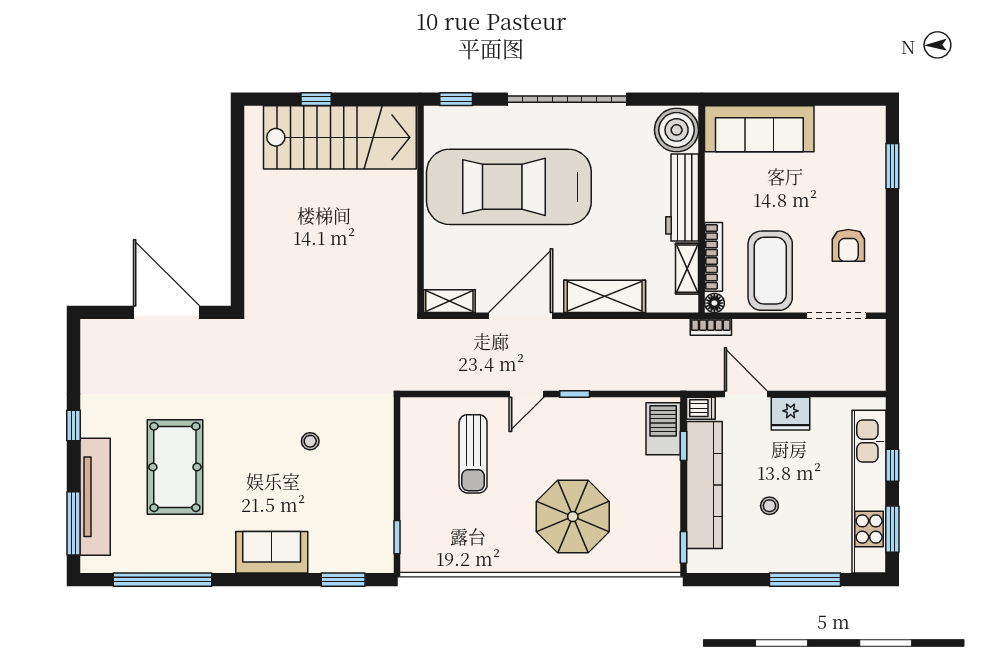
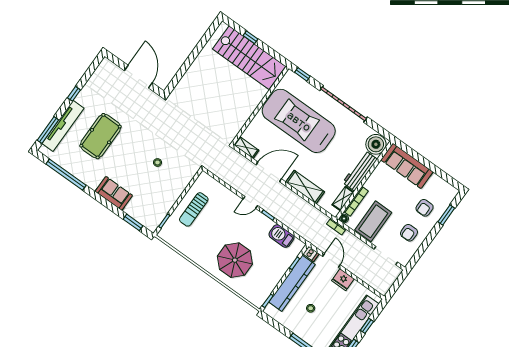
armchair: (844, 181) -> (425, 208), added
barbecue: (663, 429) -> (281, 236), moved, turned -90
sun lounger: (473, 454) -> (194, 209), moved

